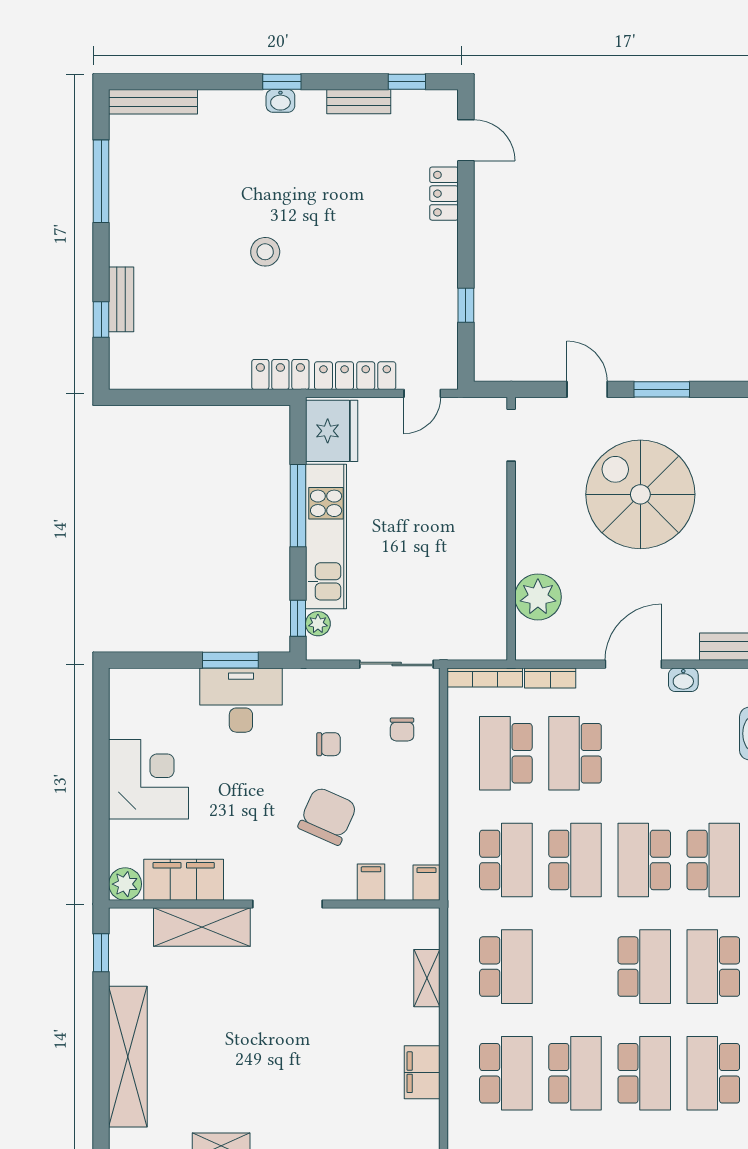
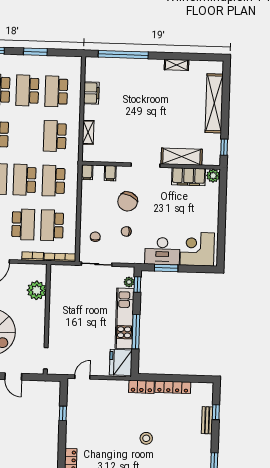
locker: (355, 376) -> (173, 387), moved
school desk: (506, 753) -> (52, 225), turned 180
corner desk: (149, 779) -> (197, 249), moved, turned 90

